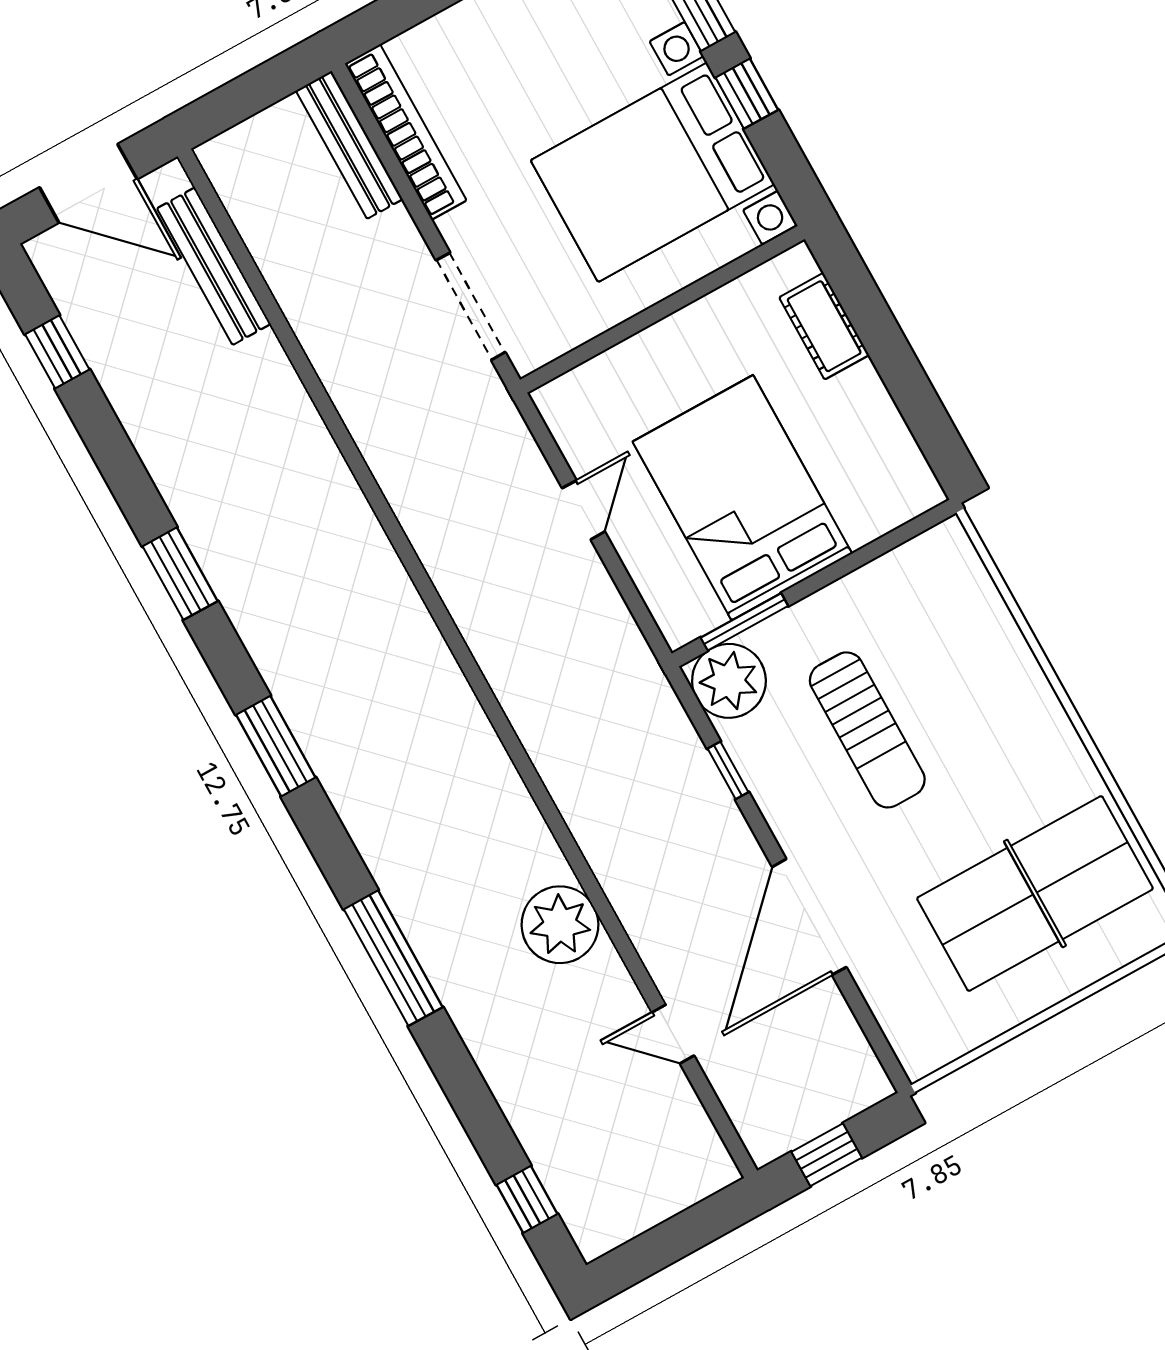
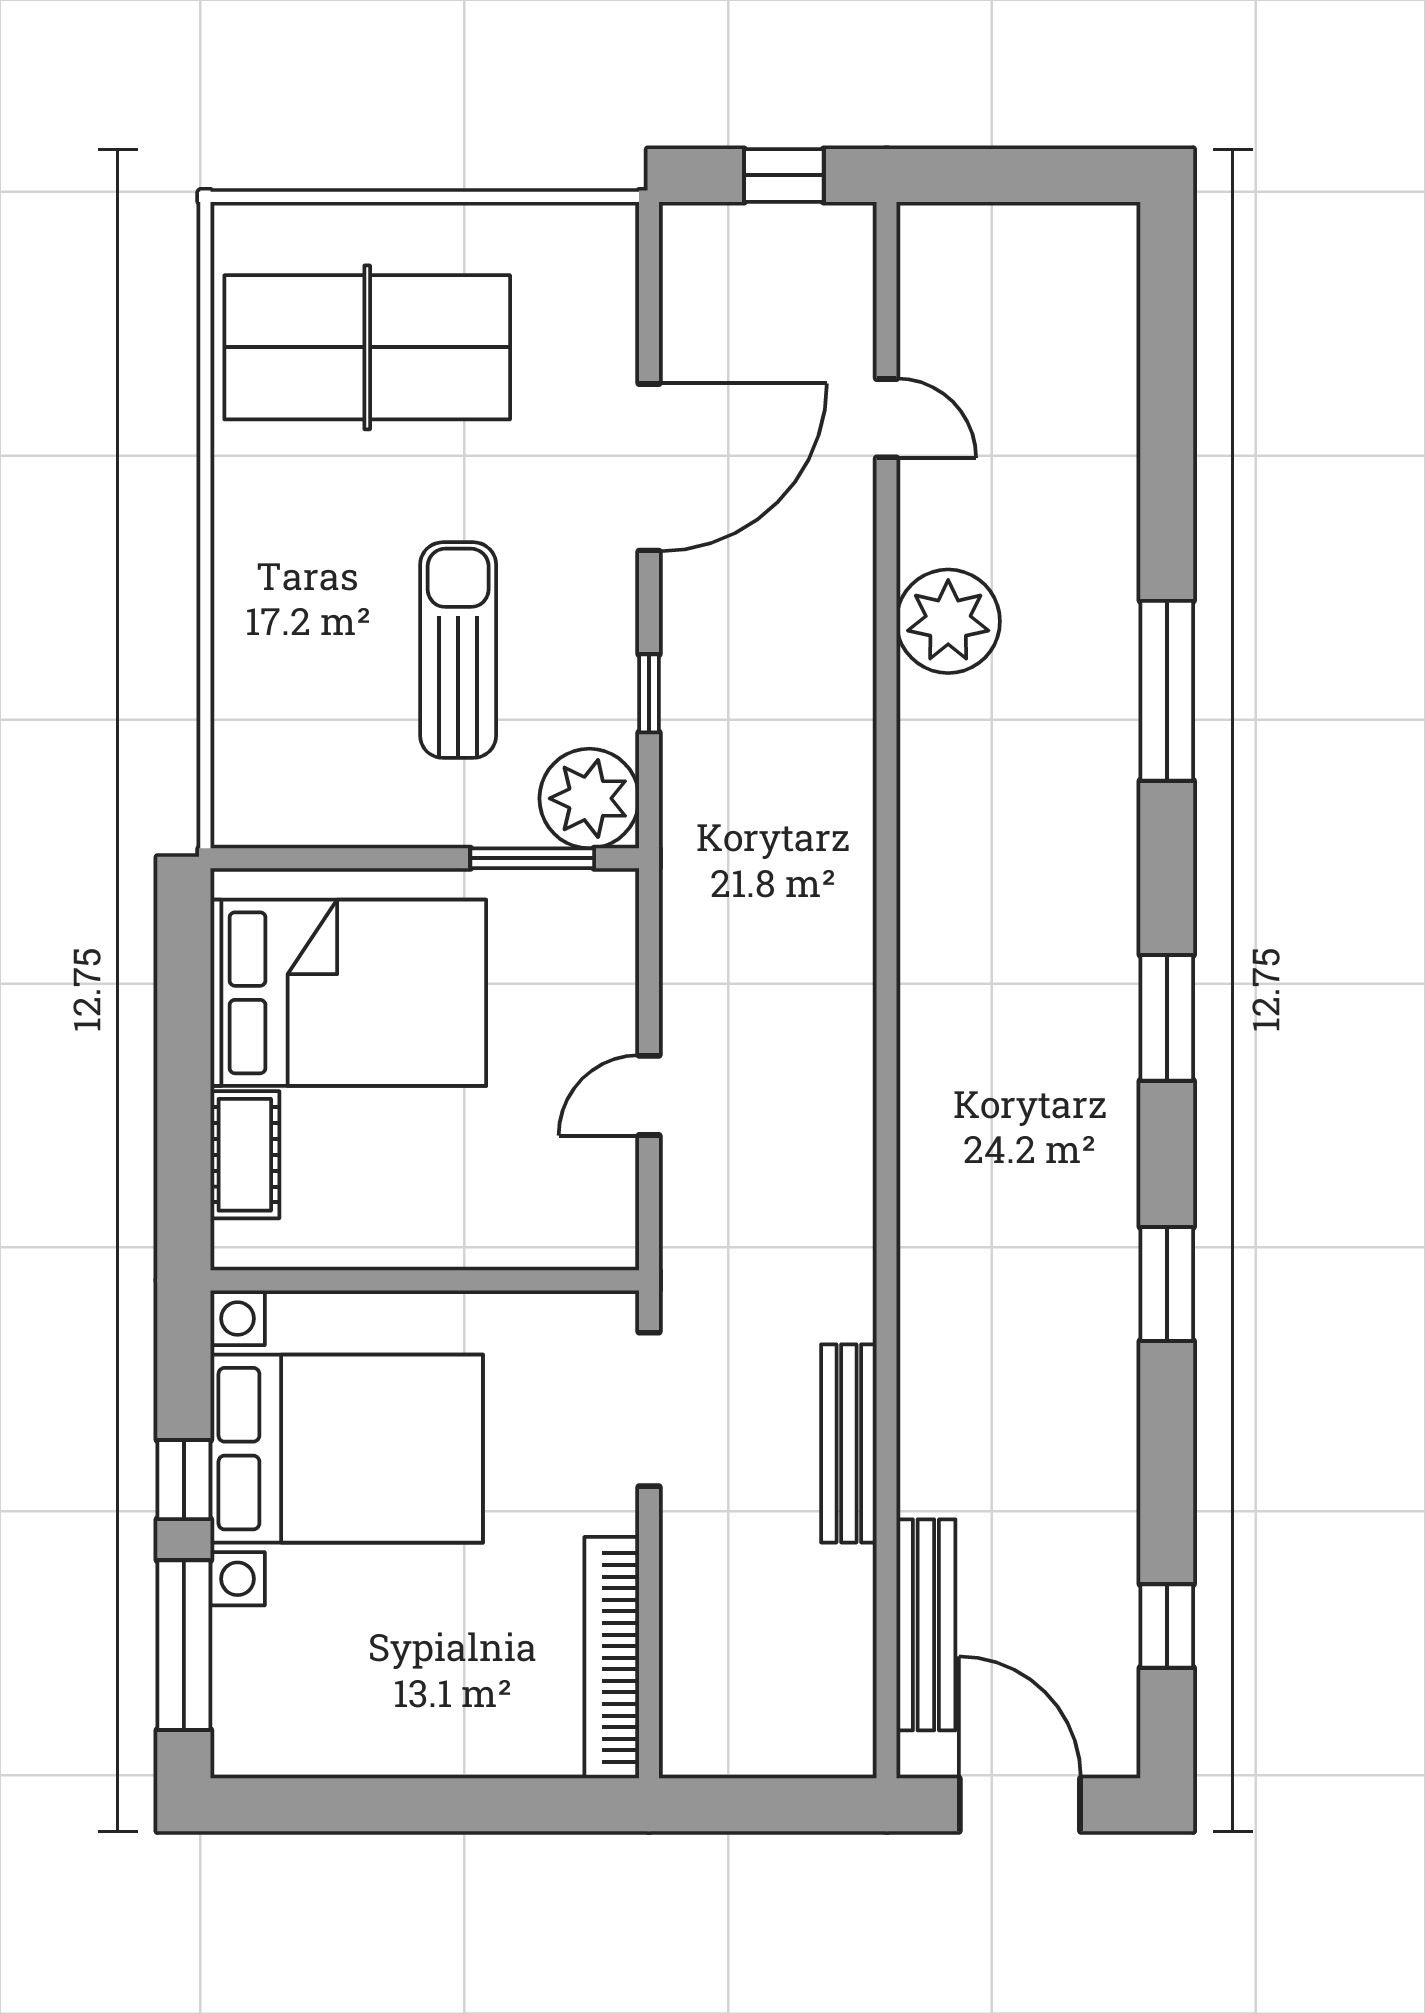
bench: (349, 145) -> (849, 1443), moved
bed: (742, 498) -> (348, 993), moved, turned -90
window: (527, 1199) -> (1167, 319), removed

